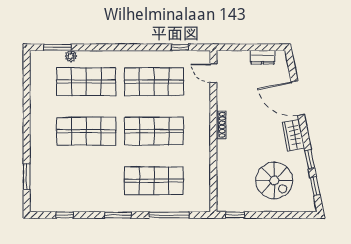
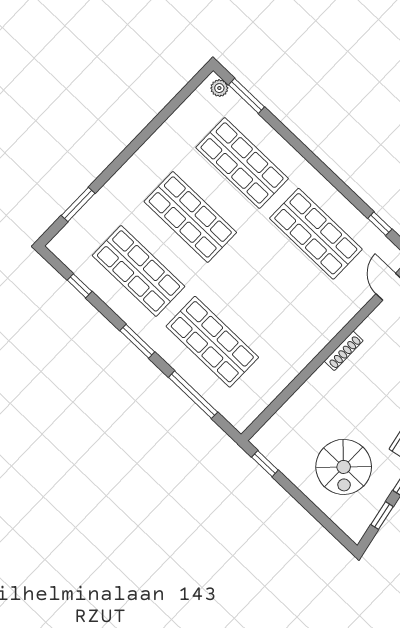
plant: (71, 56) -> (219, 88), moved
shop shelf: (154, 131) -> (139, 271), moved

